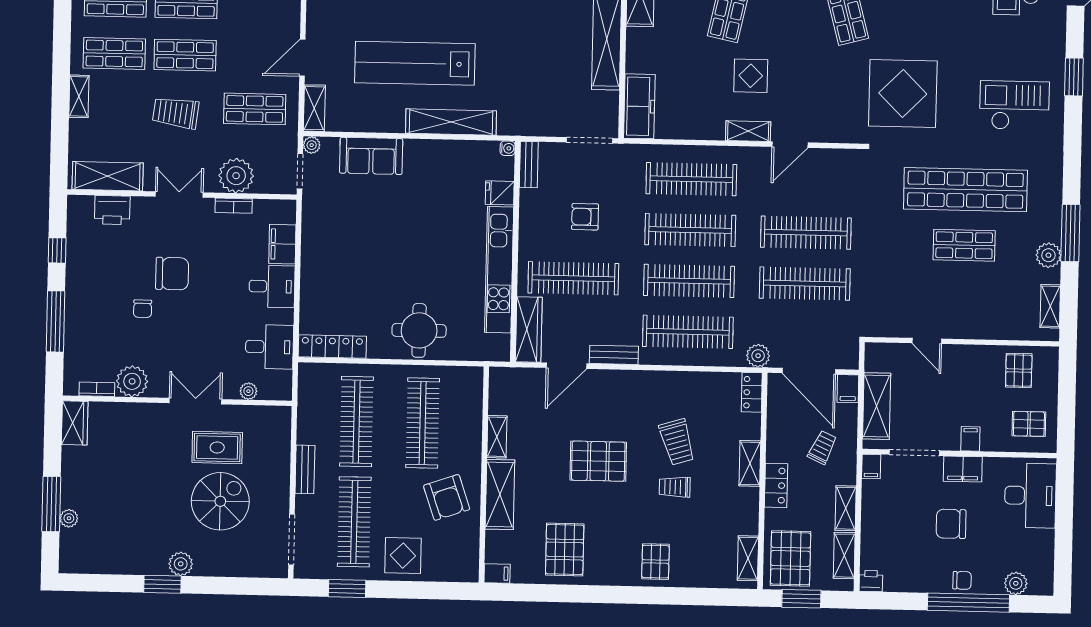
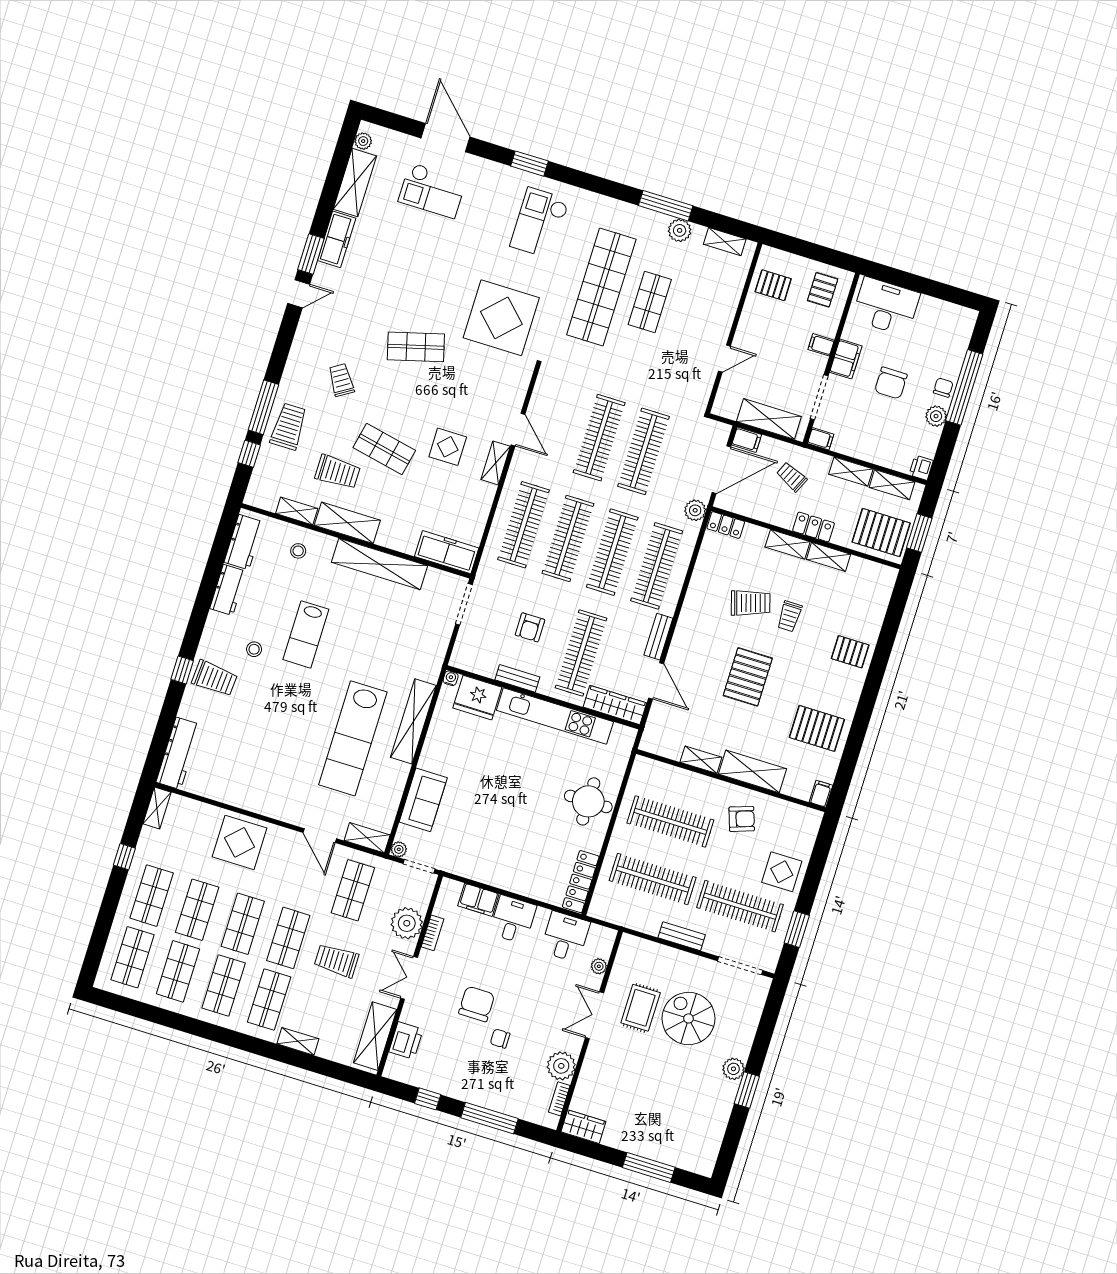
trolley: (176, 113) -> (336, 961), turned 83
bench: (529, 165) -> (517, 678), moved
fridge: (500, 193) -> (477, 698), width x1.88, depth x1.34
chair: (143, 309) -> (500, 1039), turned 180
armchair: (447, 497) -> (742, 819), width x0.72, depth x0.72
plant: (69, 518) -> (666, 1156), removed
shelving: (748, 558) -> (829, 557), moved
plant: (1016, 583) -> (936, 416), moved

